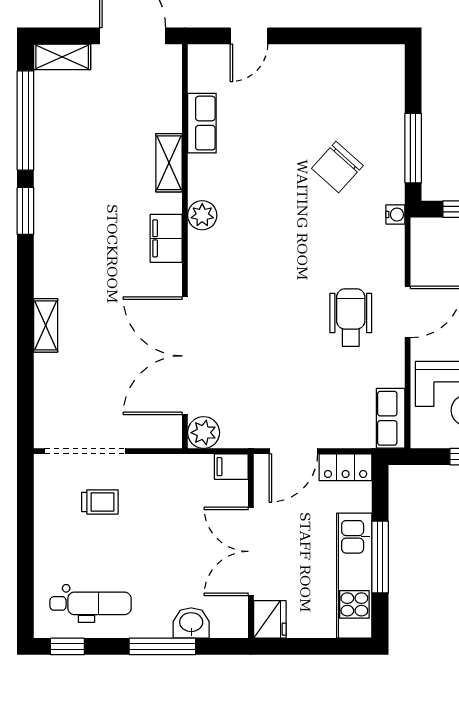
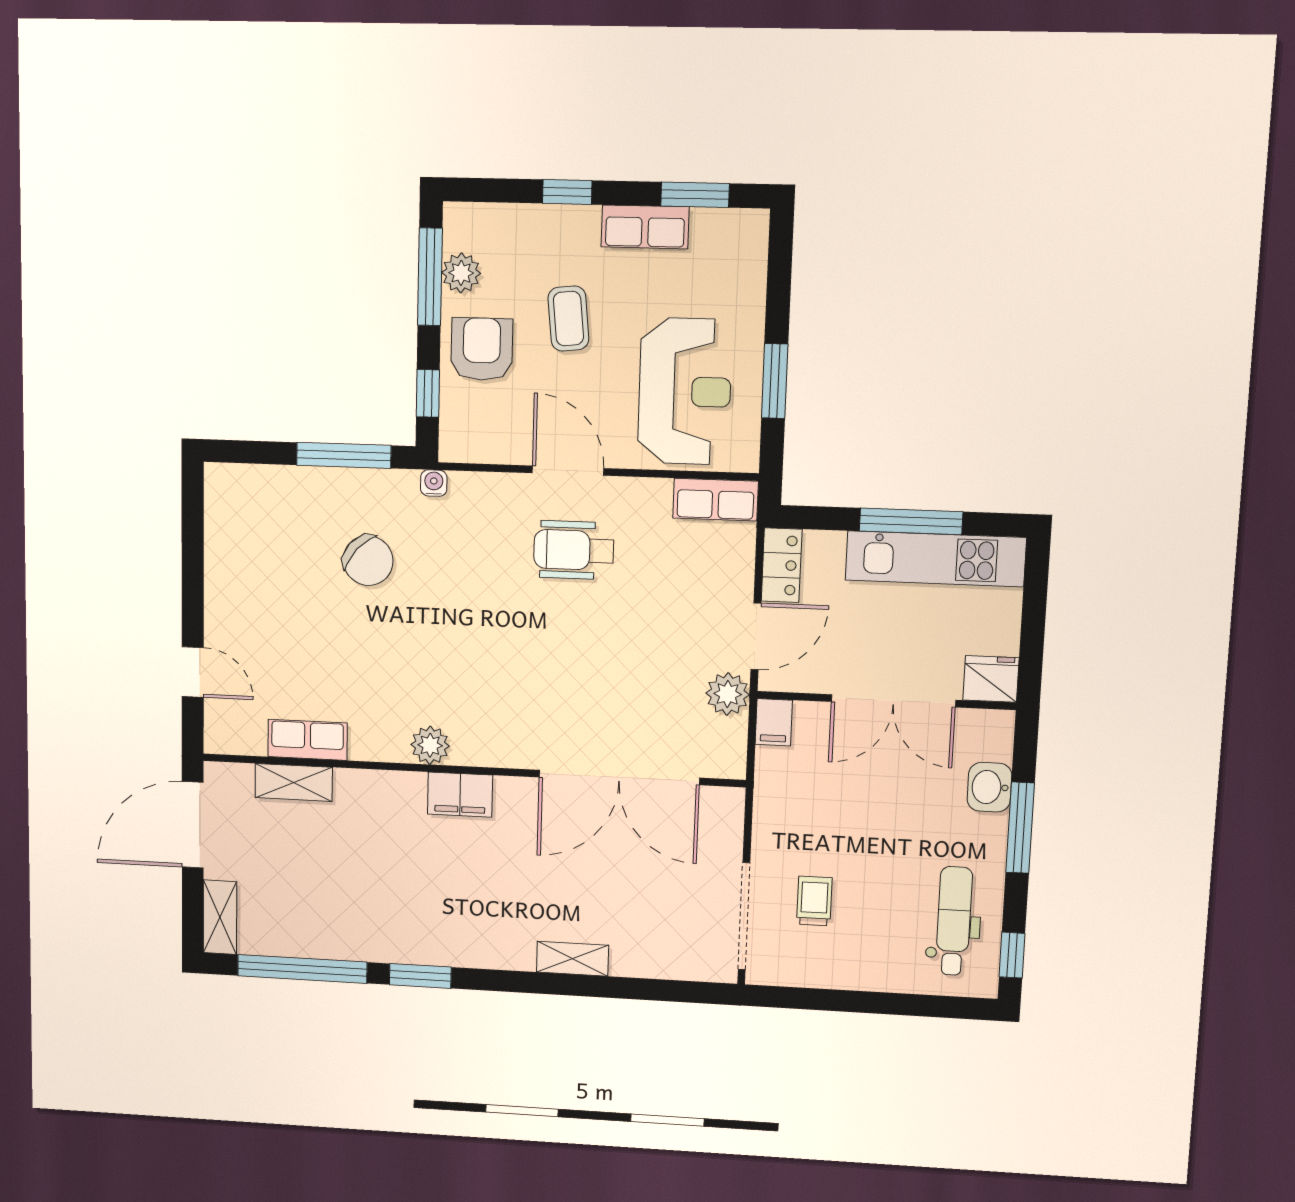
shelving: (169, 163) -> (294, 782), moved
plant: (204, 433) -> (728, 694), moved
door: (293, 451) -> (756, 636), hinge flipped

